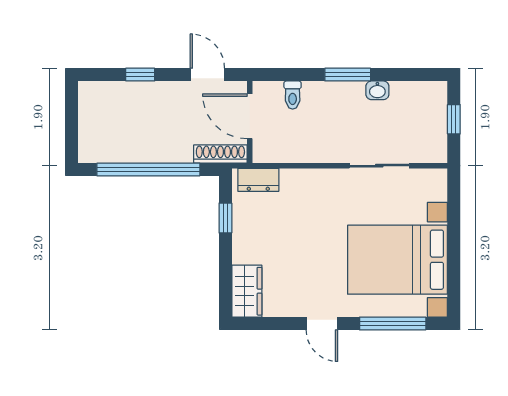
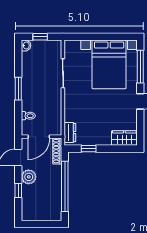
washbasin: (377, 90) -> (26, 45), moved
plant: (168, 96) -> (29, 177), added

